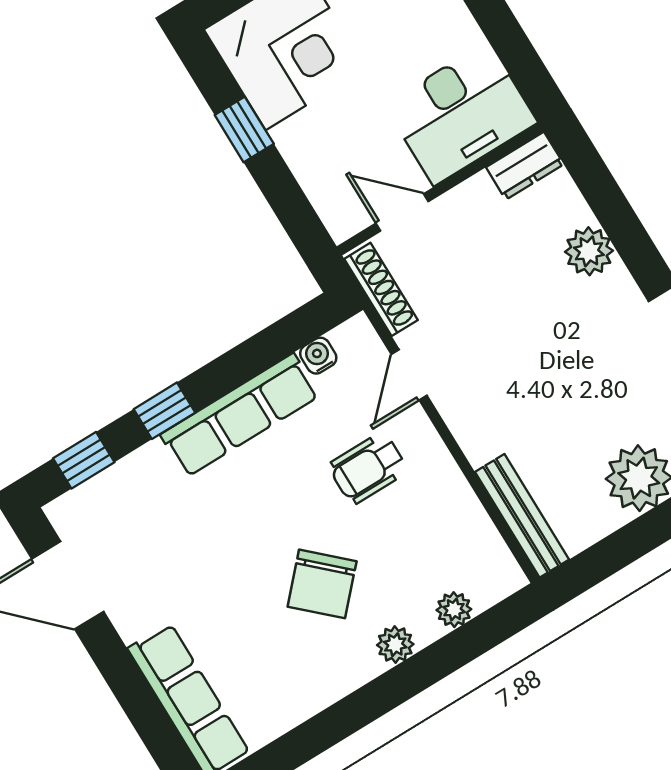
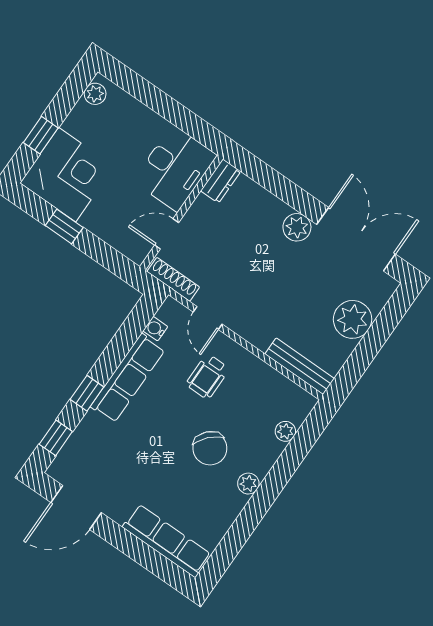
plant: (589, 251) -> (297, 227), moved
plant: (395, 645) -> (248, 484), moved

